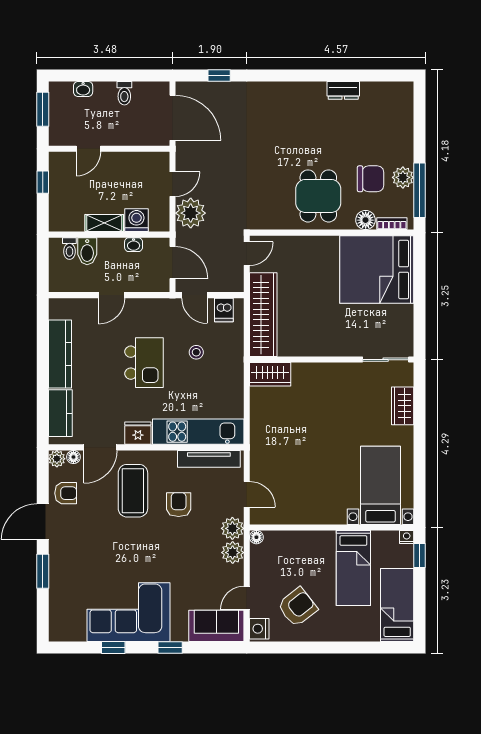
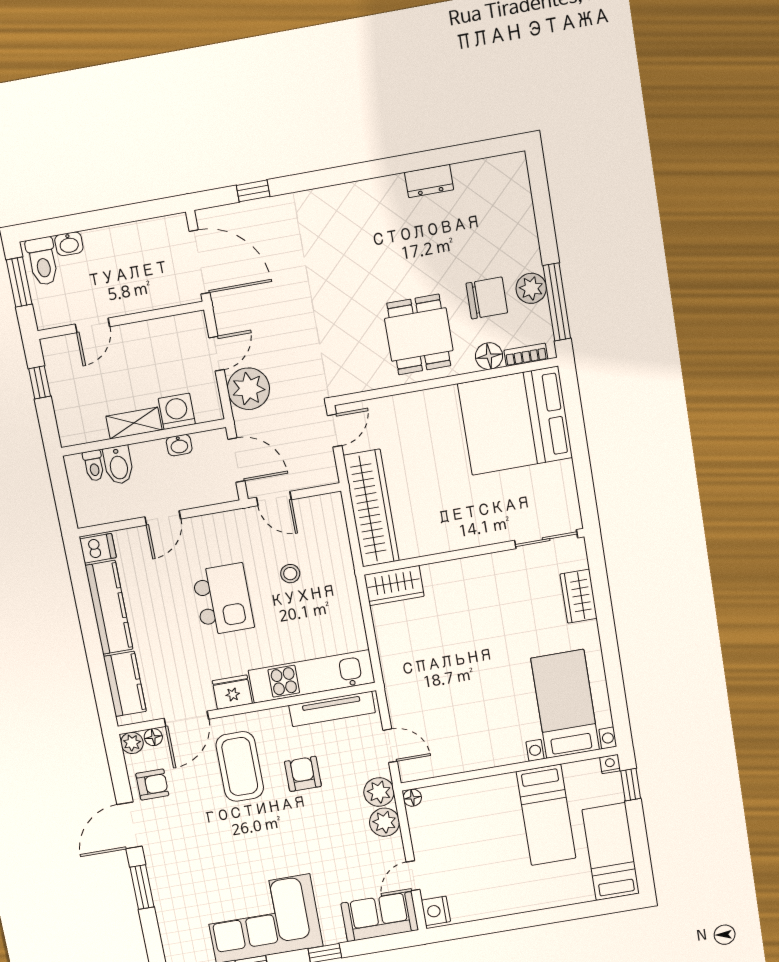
toilet: (124, 93) -> (43, 261), moved, width x1.37, depth x1.39
dishwasher: (224, 310) -> (98, 548), moved, turned -90
armchair: (297, 607) -> (481, 876), removed

